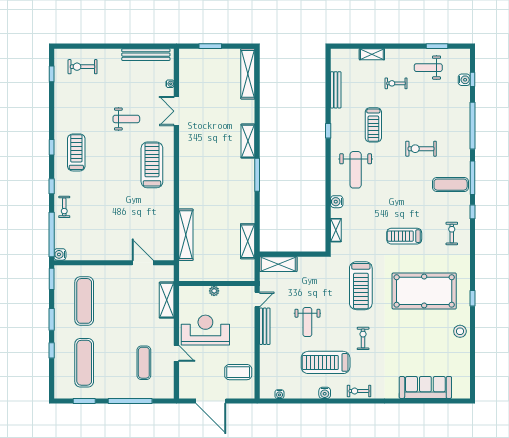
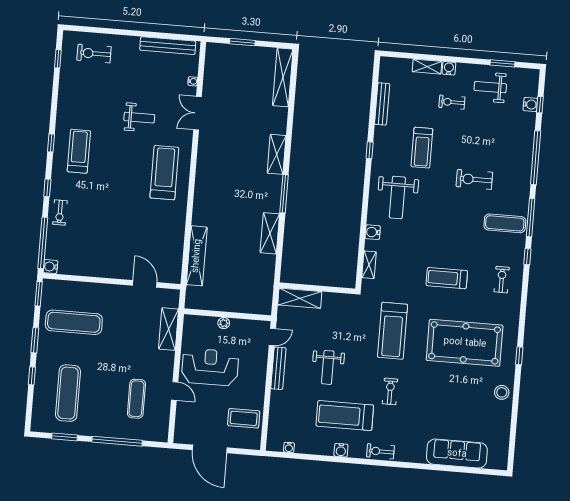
water cooler: (391, 54) -> (449, 68), added
shelving: (248, 241) -> (270, 233), moved
exercise mat: (84, 301) -> (74, 322), turned 90

